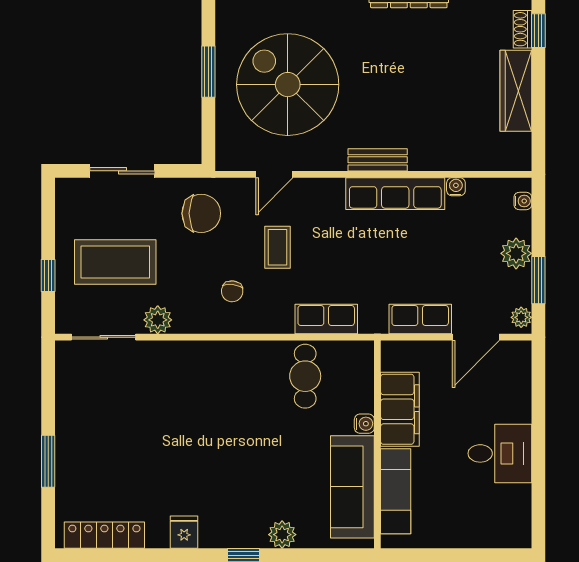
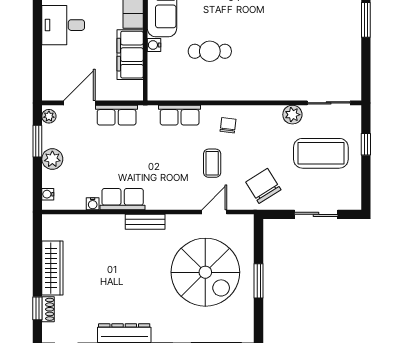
row of seats: (395, 194) -> (123, 199), width x0.68
chair: (201, 213) -> (263, 186), turned 58
chair: (232, 291) -> (228, 125), moved
cafe table: (305, 376) -> (210, 51), moved, turned 90

